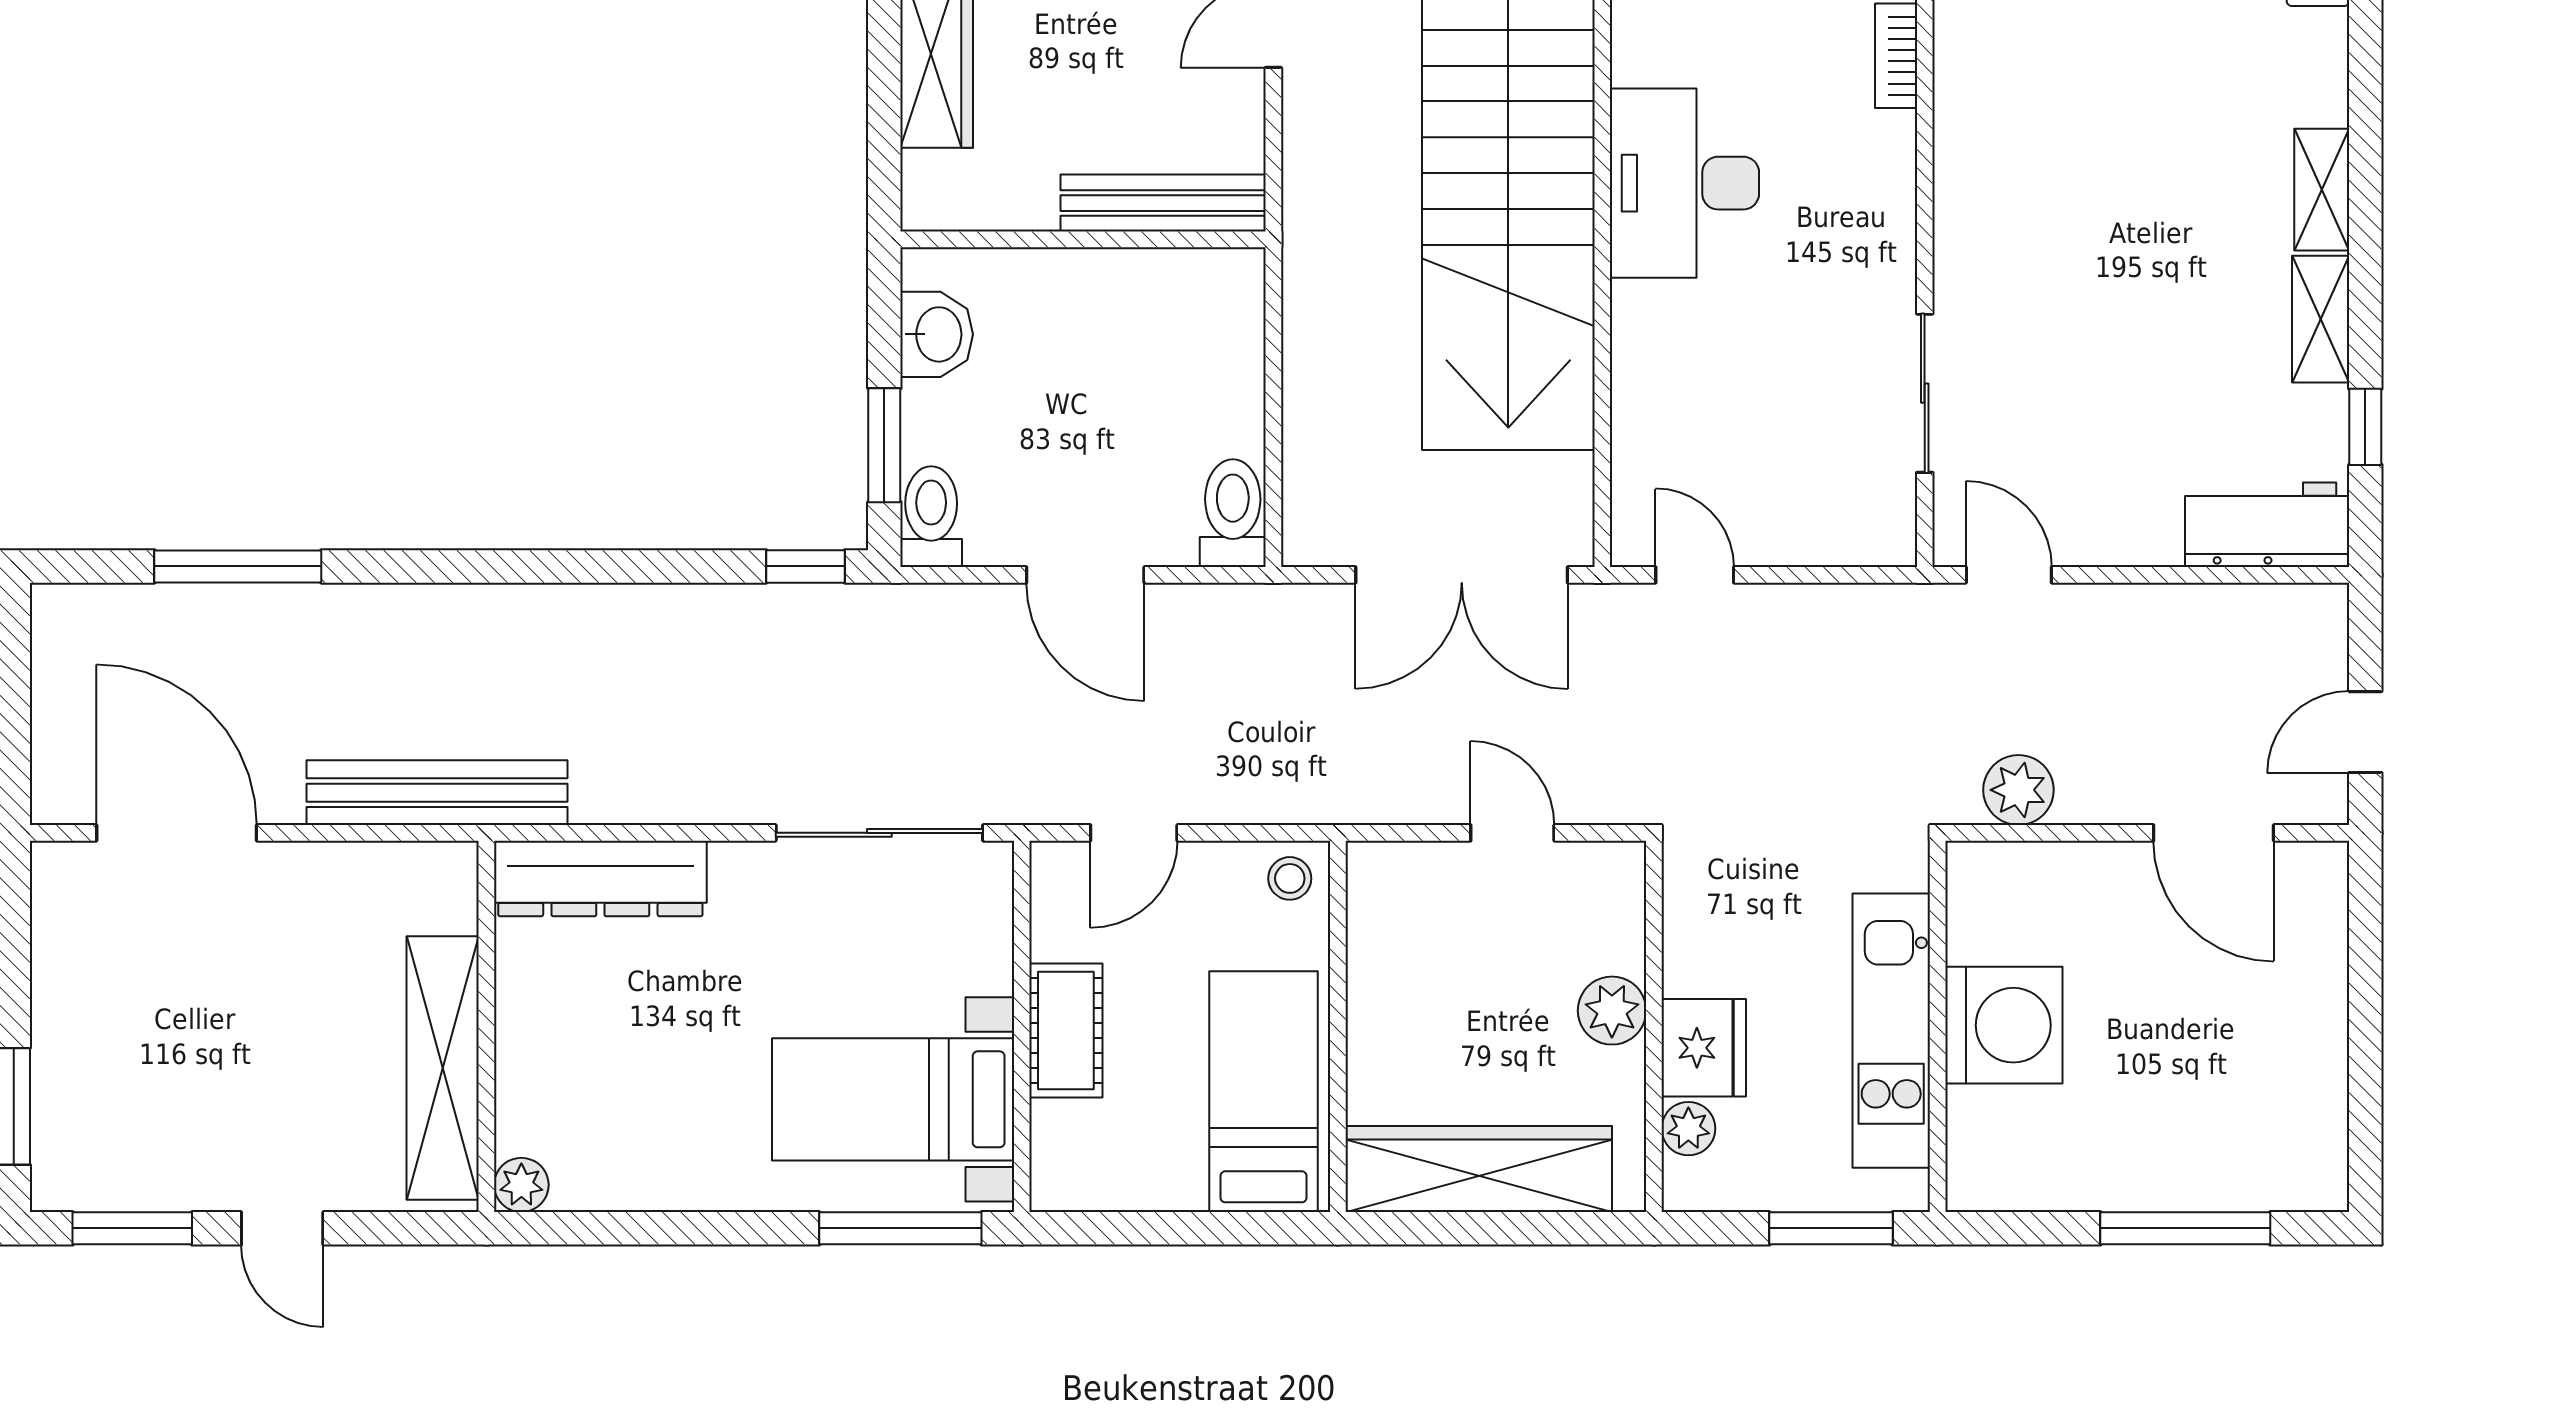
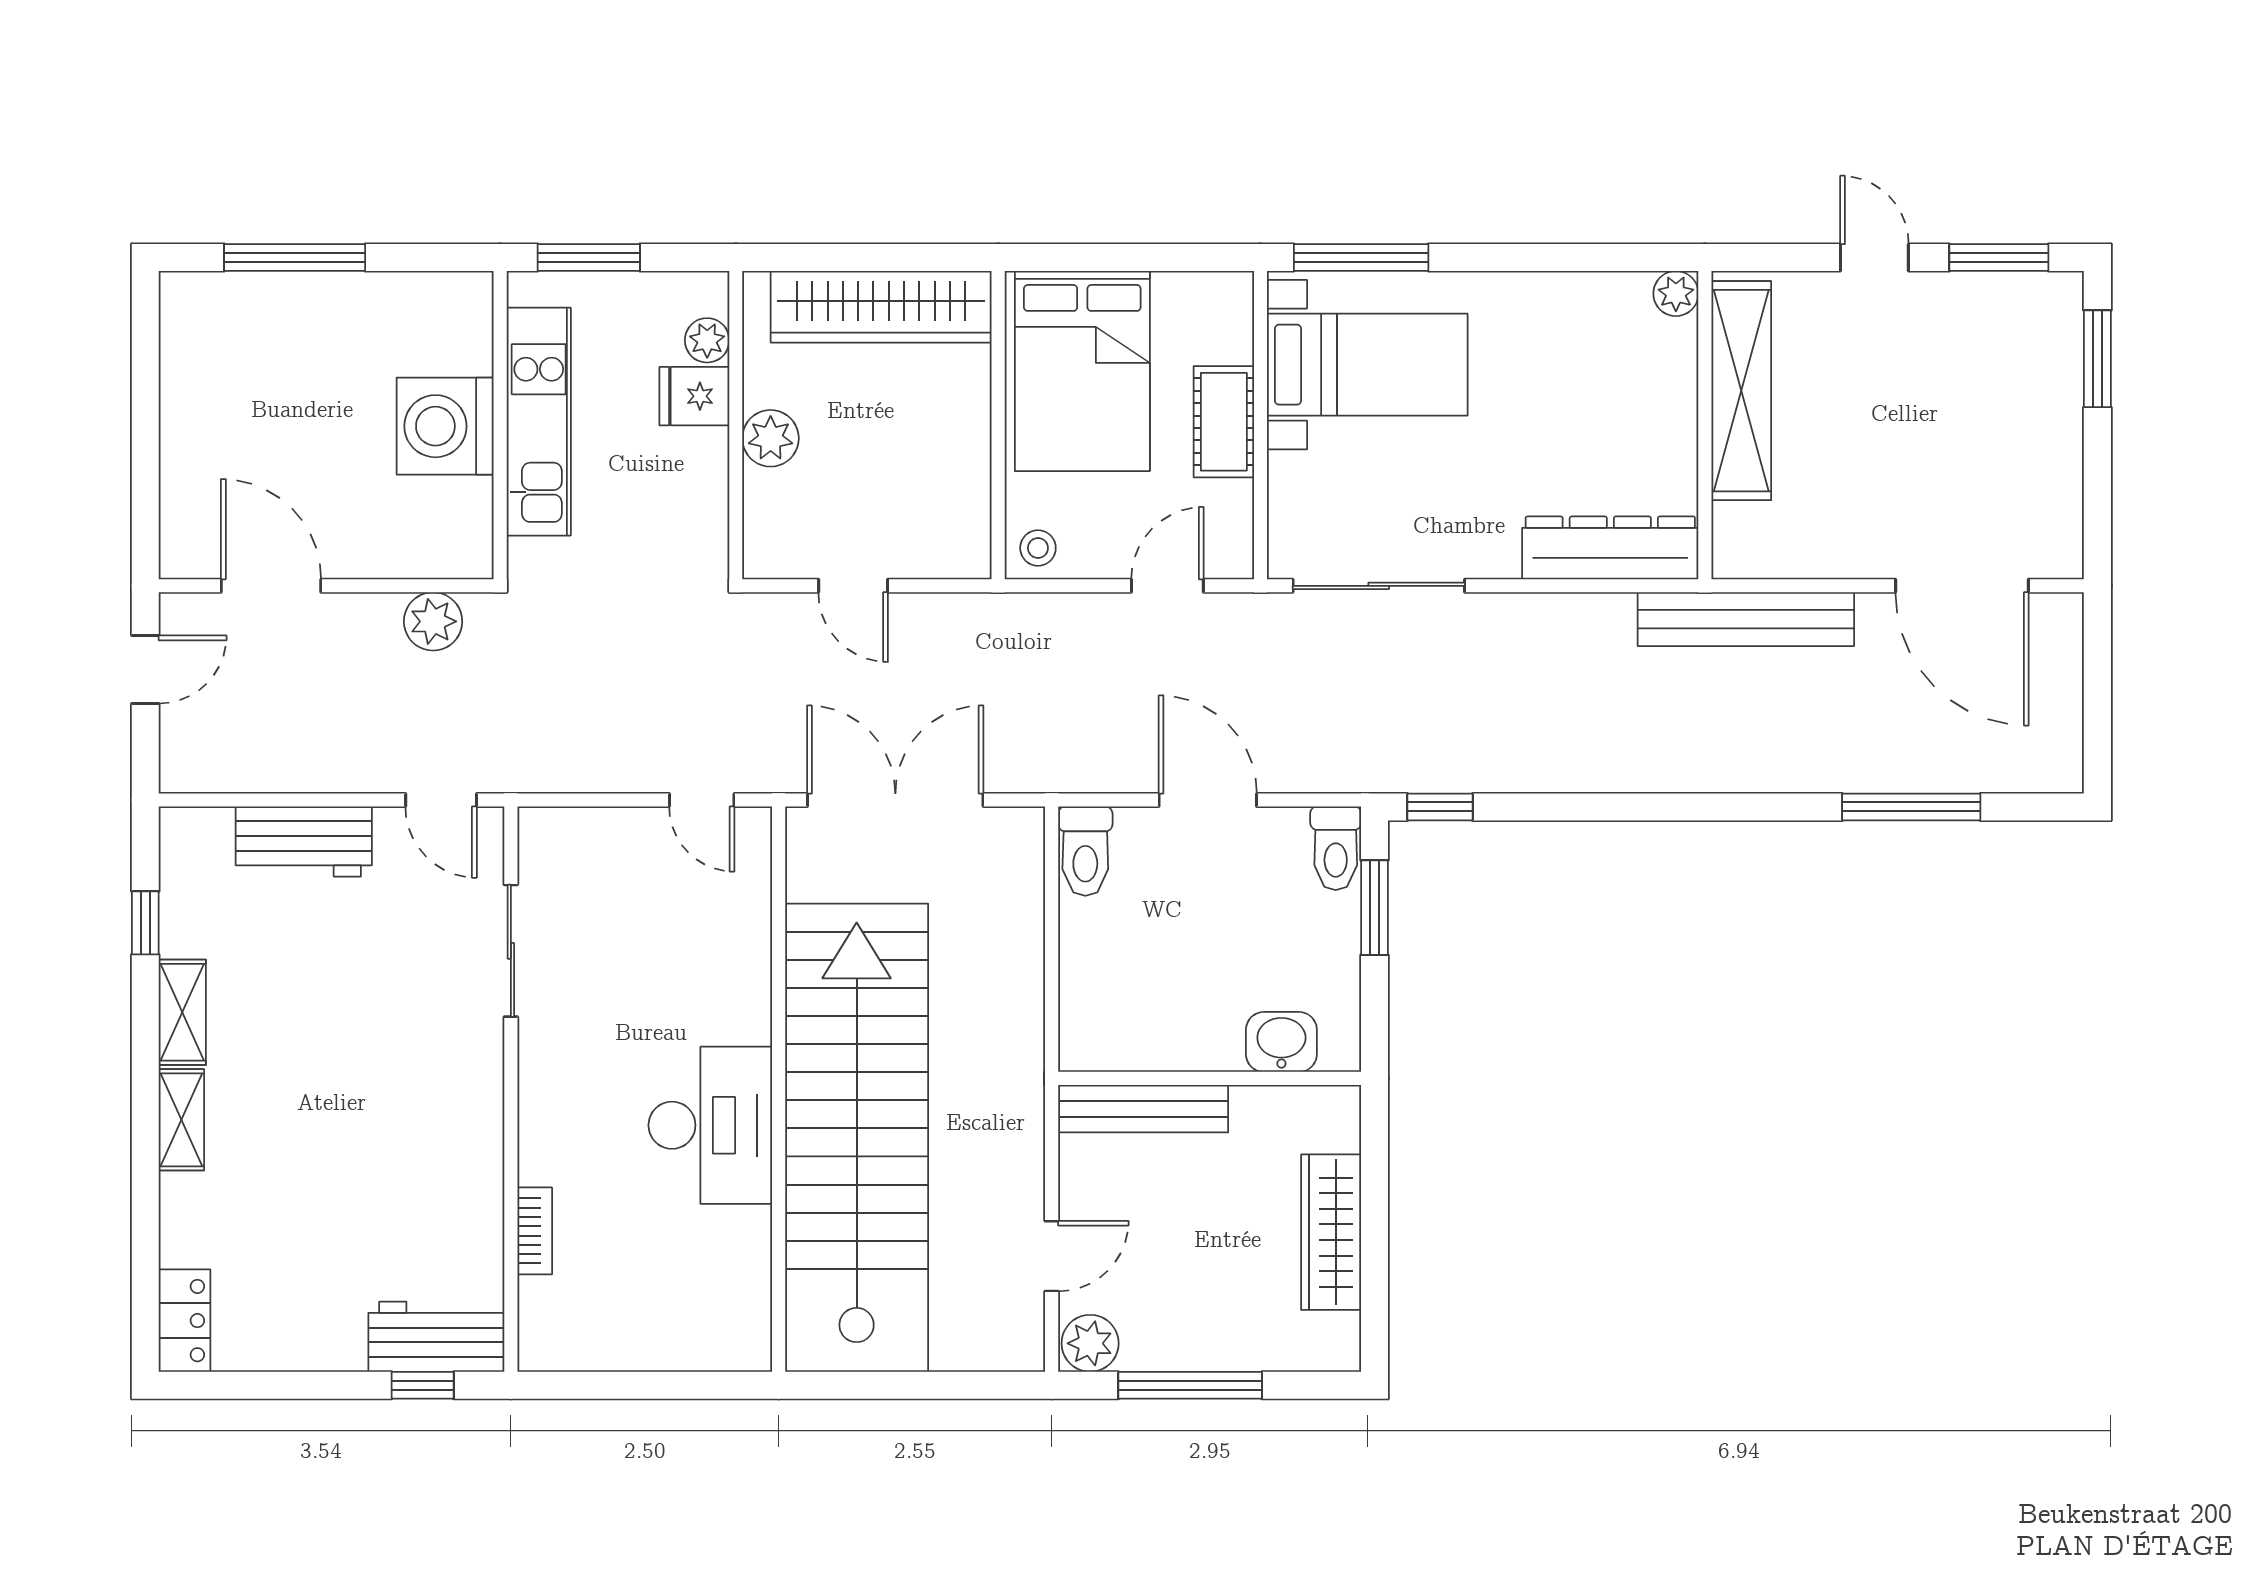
washbasin: (937, 334) -> (1281, 1042), moved, turned 90
workbench: (2267, 525) -> (304, 842), moved
fridge: (1704, 1048) -> (694, 396), width x0.72
bed: (1264, 1092) -> (1082, 371), width x1.50

